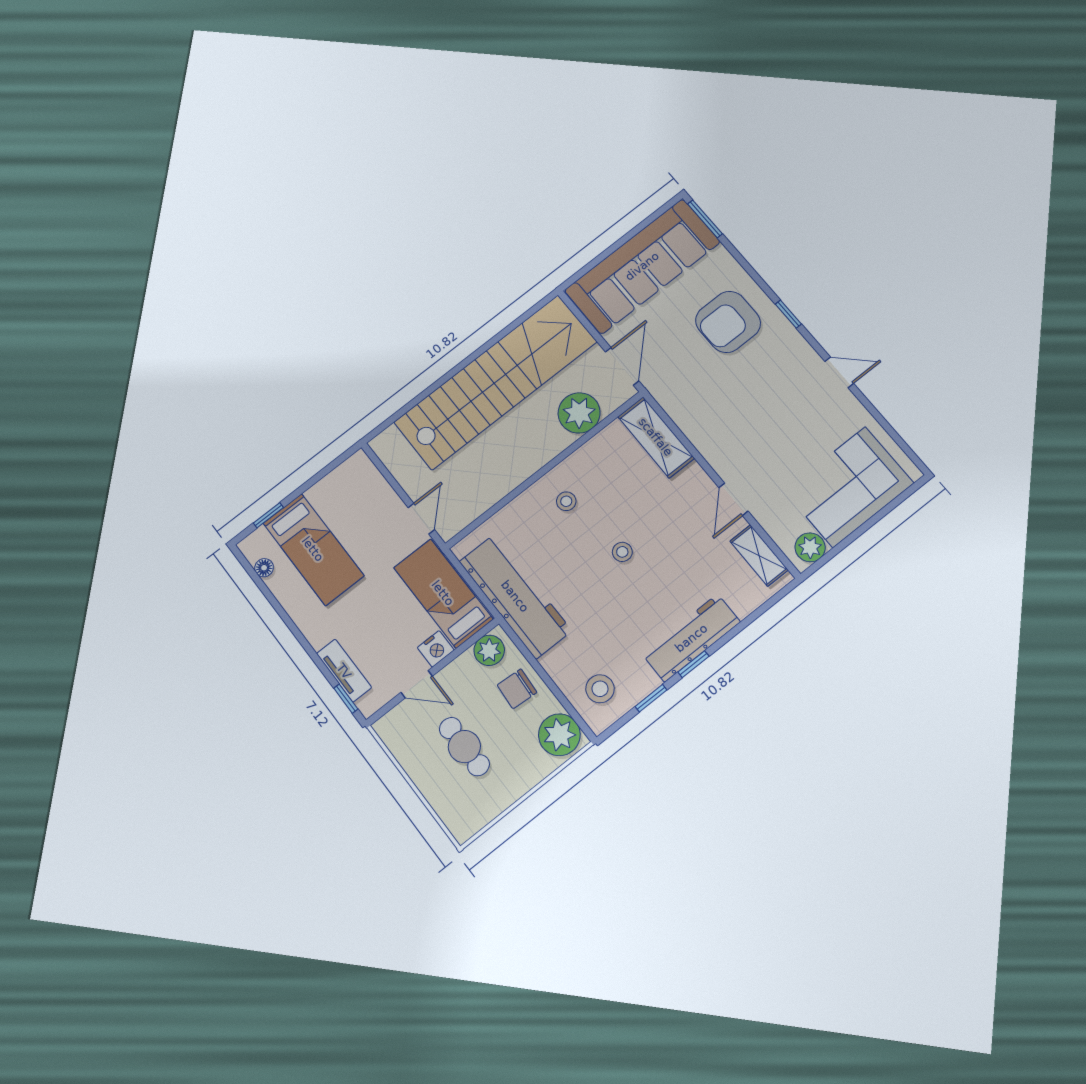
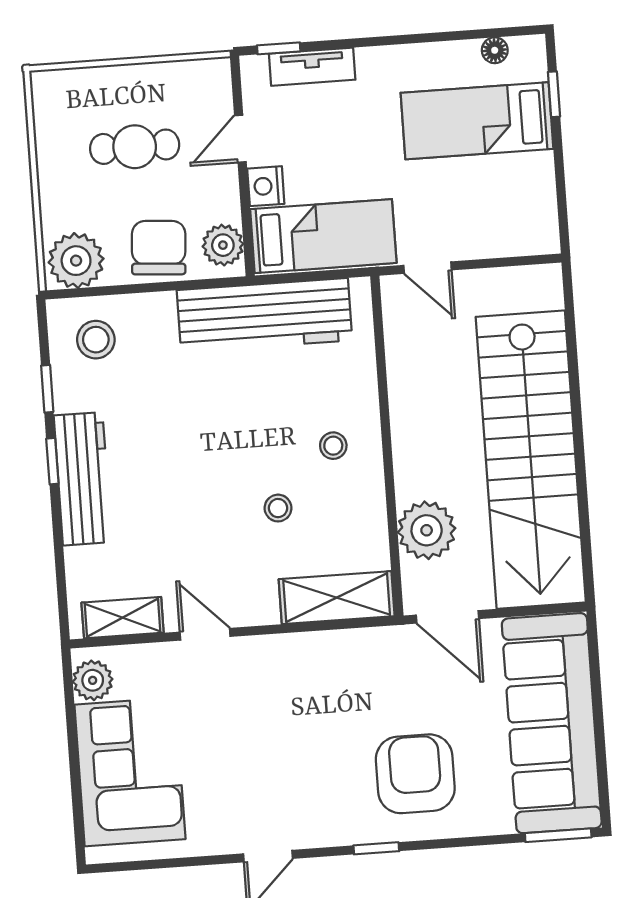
stool: (622, 552) -> (278, 508), moved
chair: (517, 689) -> (159, 248), width x1.37, depth x1.37

